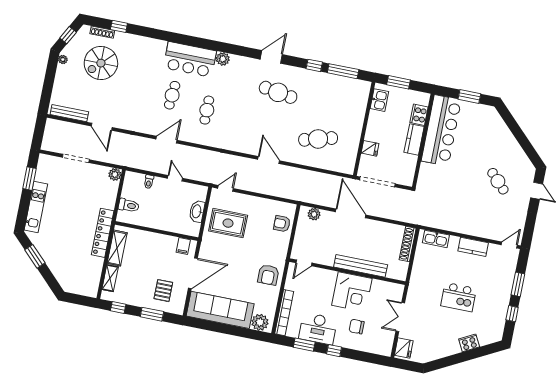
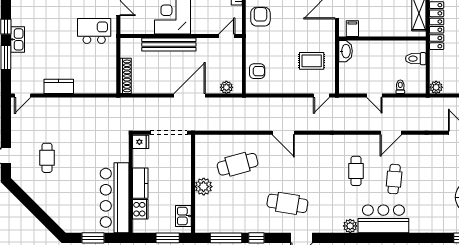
plant: (355, 124) -> (204, 187), added
fridge: (370, 148) -> (141, 142), moved, turned 180
cafe table: (498, 181) -> (47, 158), turned 44
washbasin: (197, 211) -> (346, 51), moved
door: (351, 213) -> (189, 96), swing flipped
rug: (228, 223) -> (312, 61), width x0.73, depth x0.70
kitchen sink: (436, 239) -> (18, 39), moved, turned 90
kitchen island: (459, 297) -> (94, 31), moved

